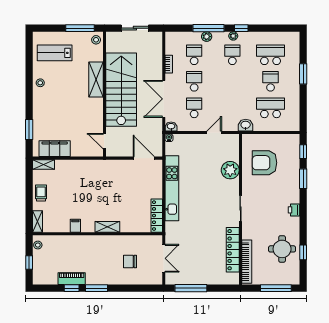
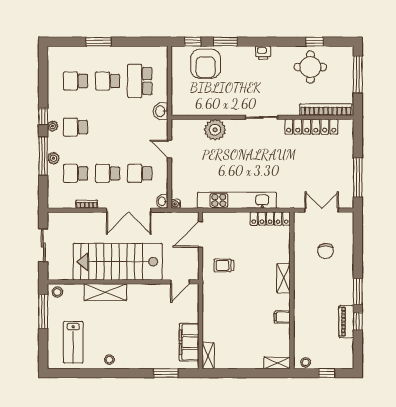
school desk: (271, 55) -> (76, 81), width x0.54
armchair: (264, 163) -> (206, 64), moved
trolley: (41, 193) -> (224, 265), moved

